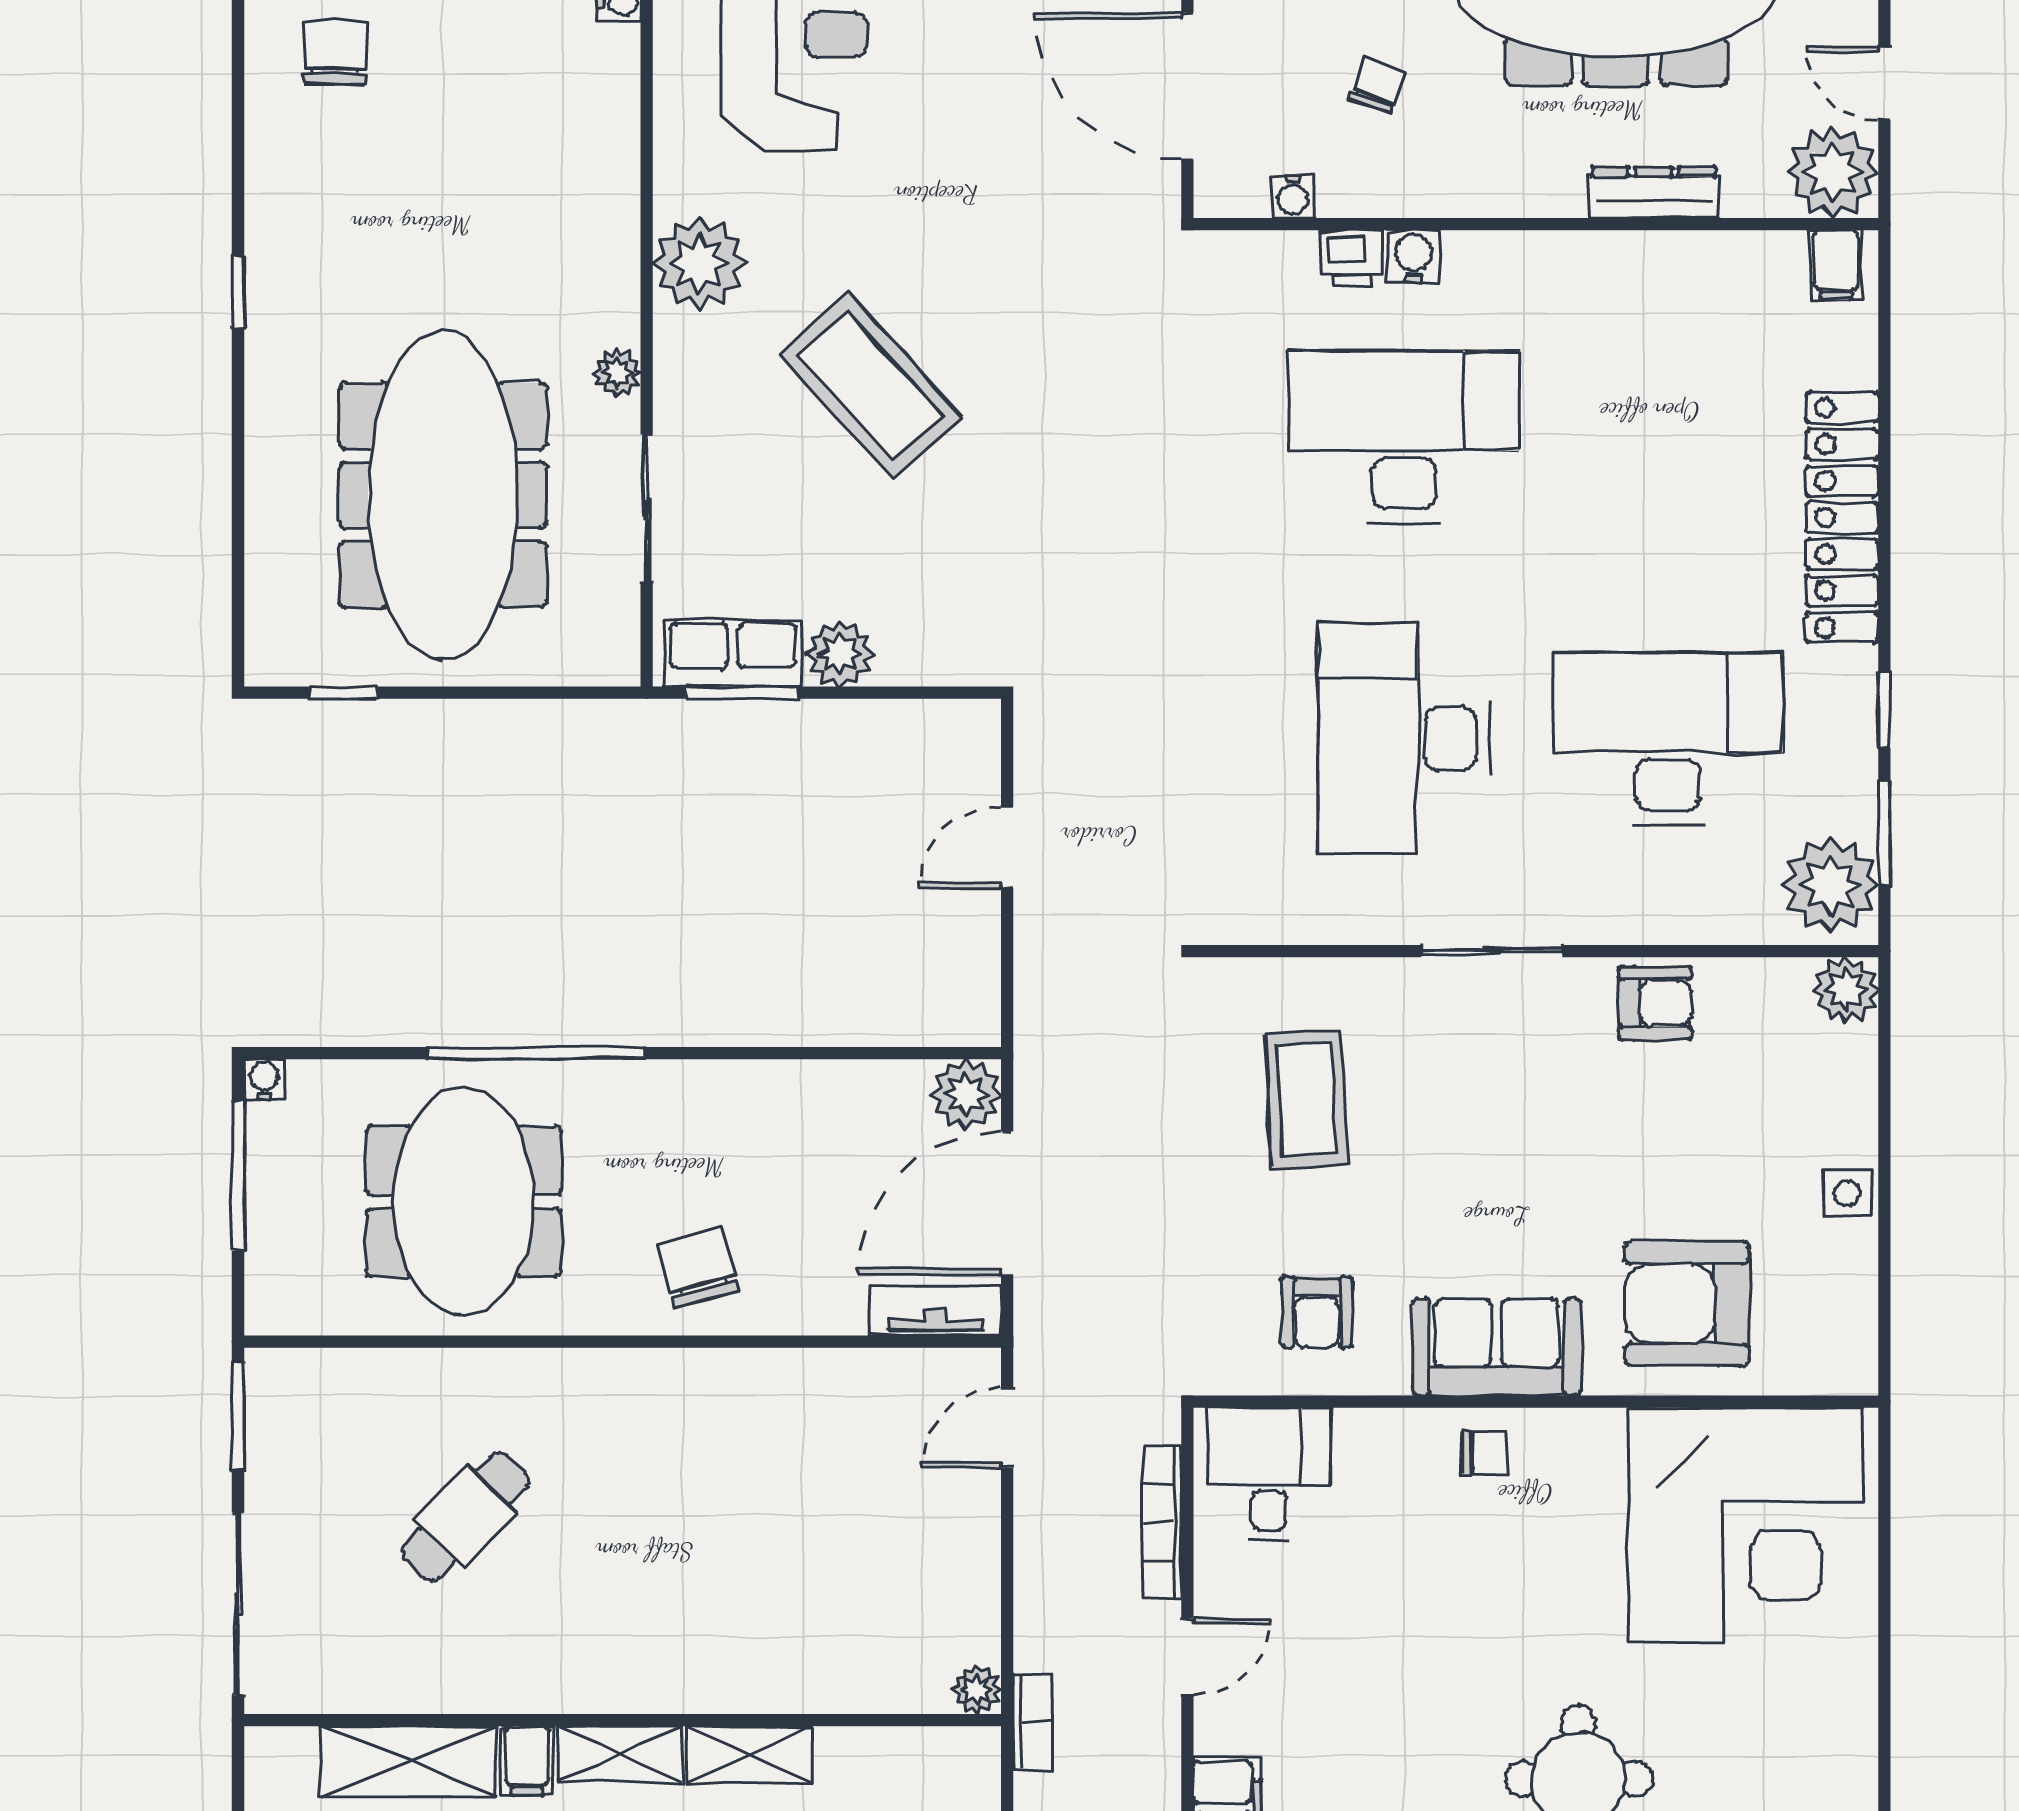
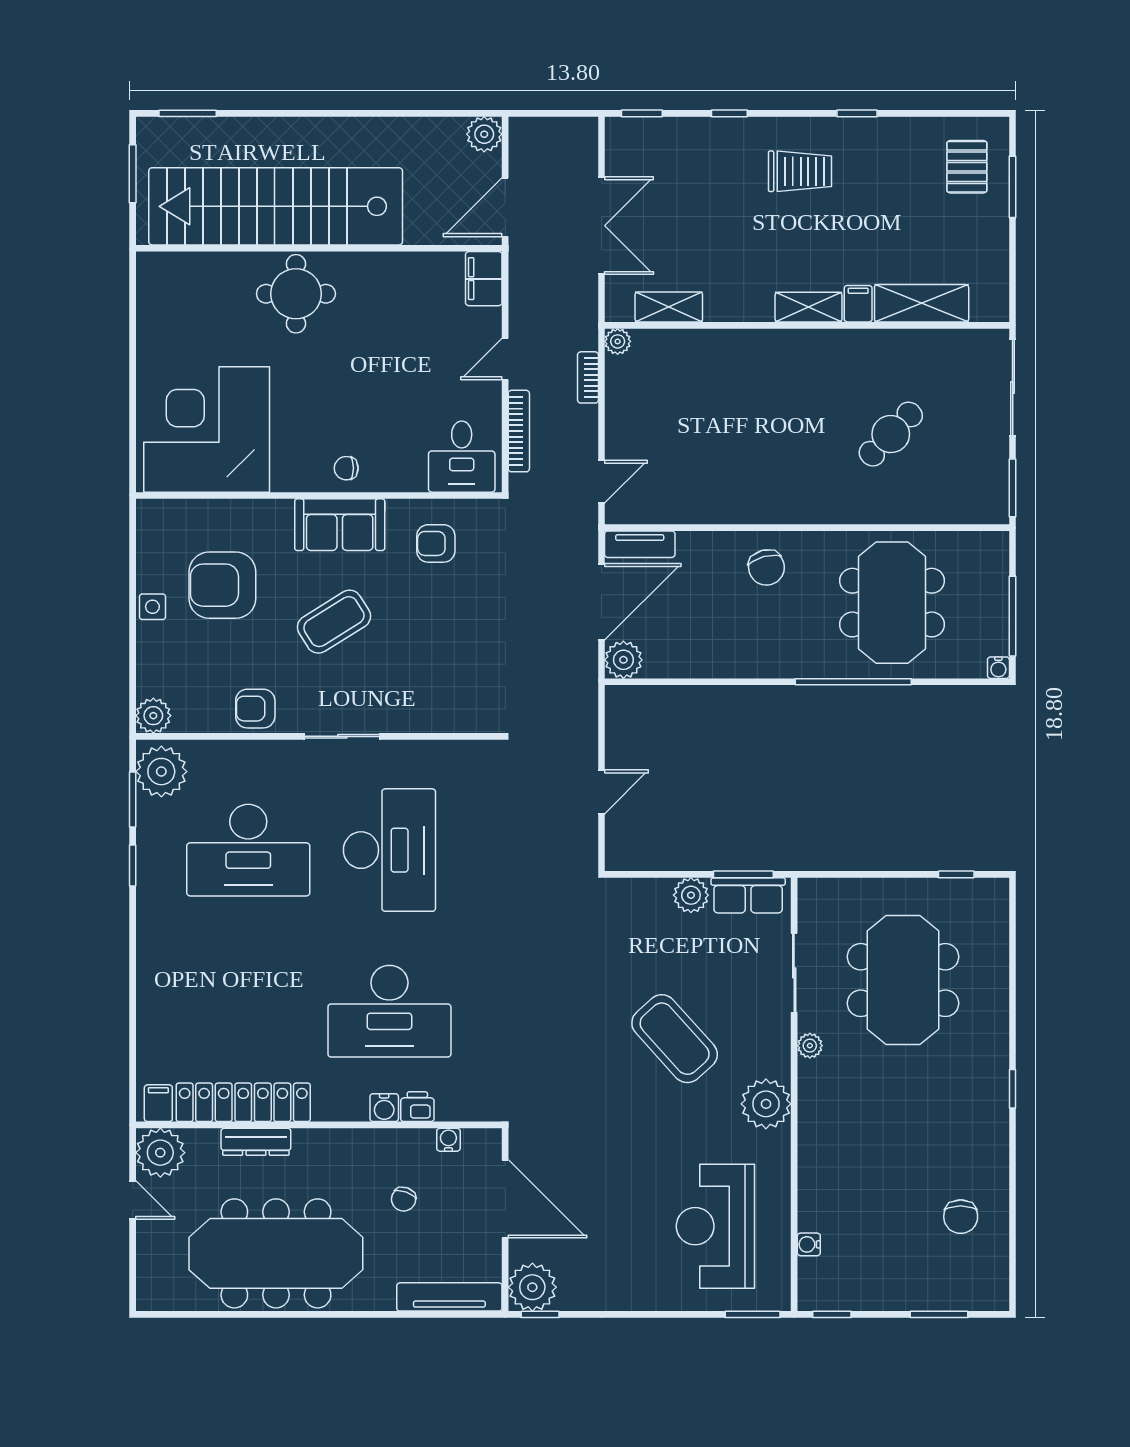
meeting table: (443, 495) -> (903, 980), width x0.73
locker: (1842, 518) -> (243, 1102), moved, turned -90
coffee table: (1306, 1099) -> (334, 622), moved, turned 61
armchair: (1687, 1304) -> (222, 585), moved, turned 180
armchair: (1317, 1312) -> (436, 543), turned -90
bookcase: (1032, 1722) -> (588, 377), moved
shelving: (750, 1754) -> (669, 307), moved

